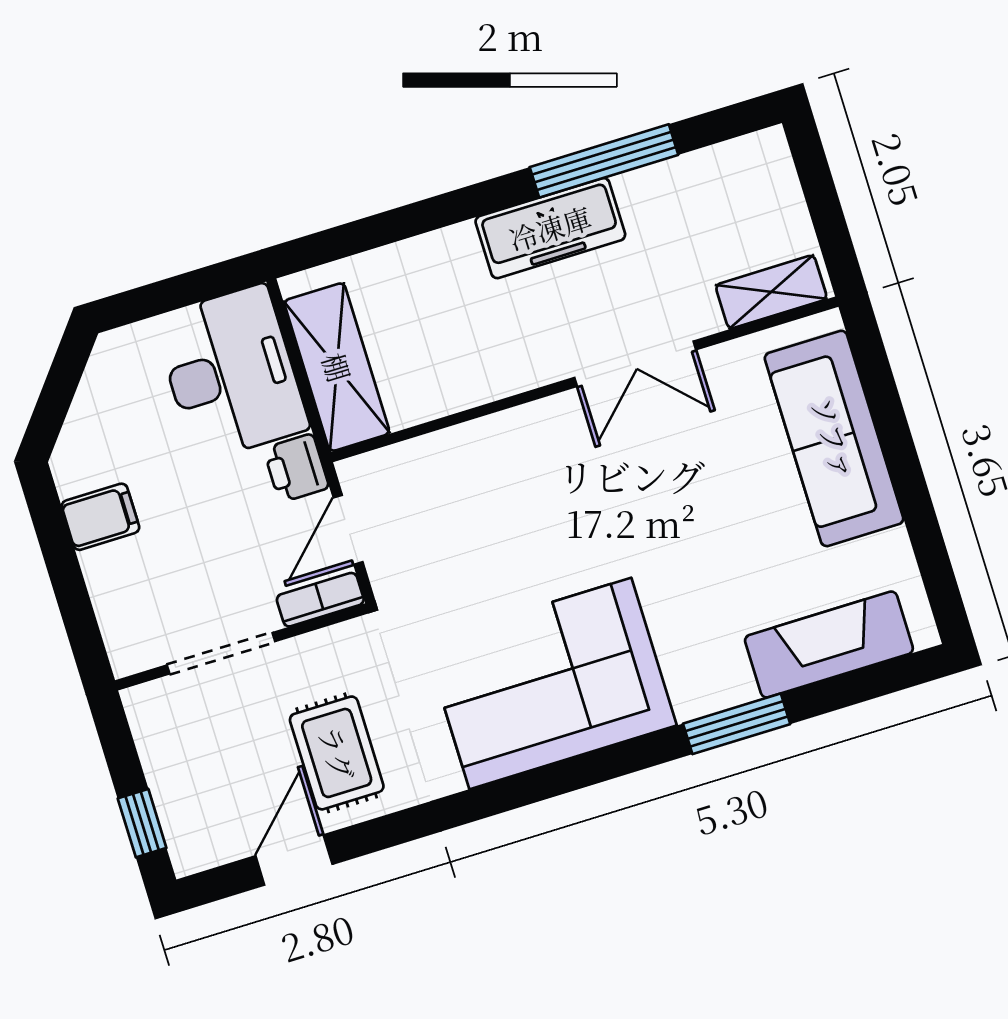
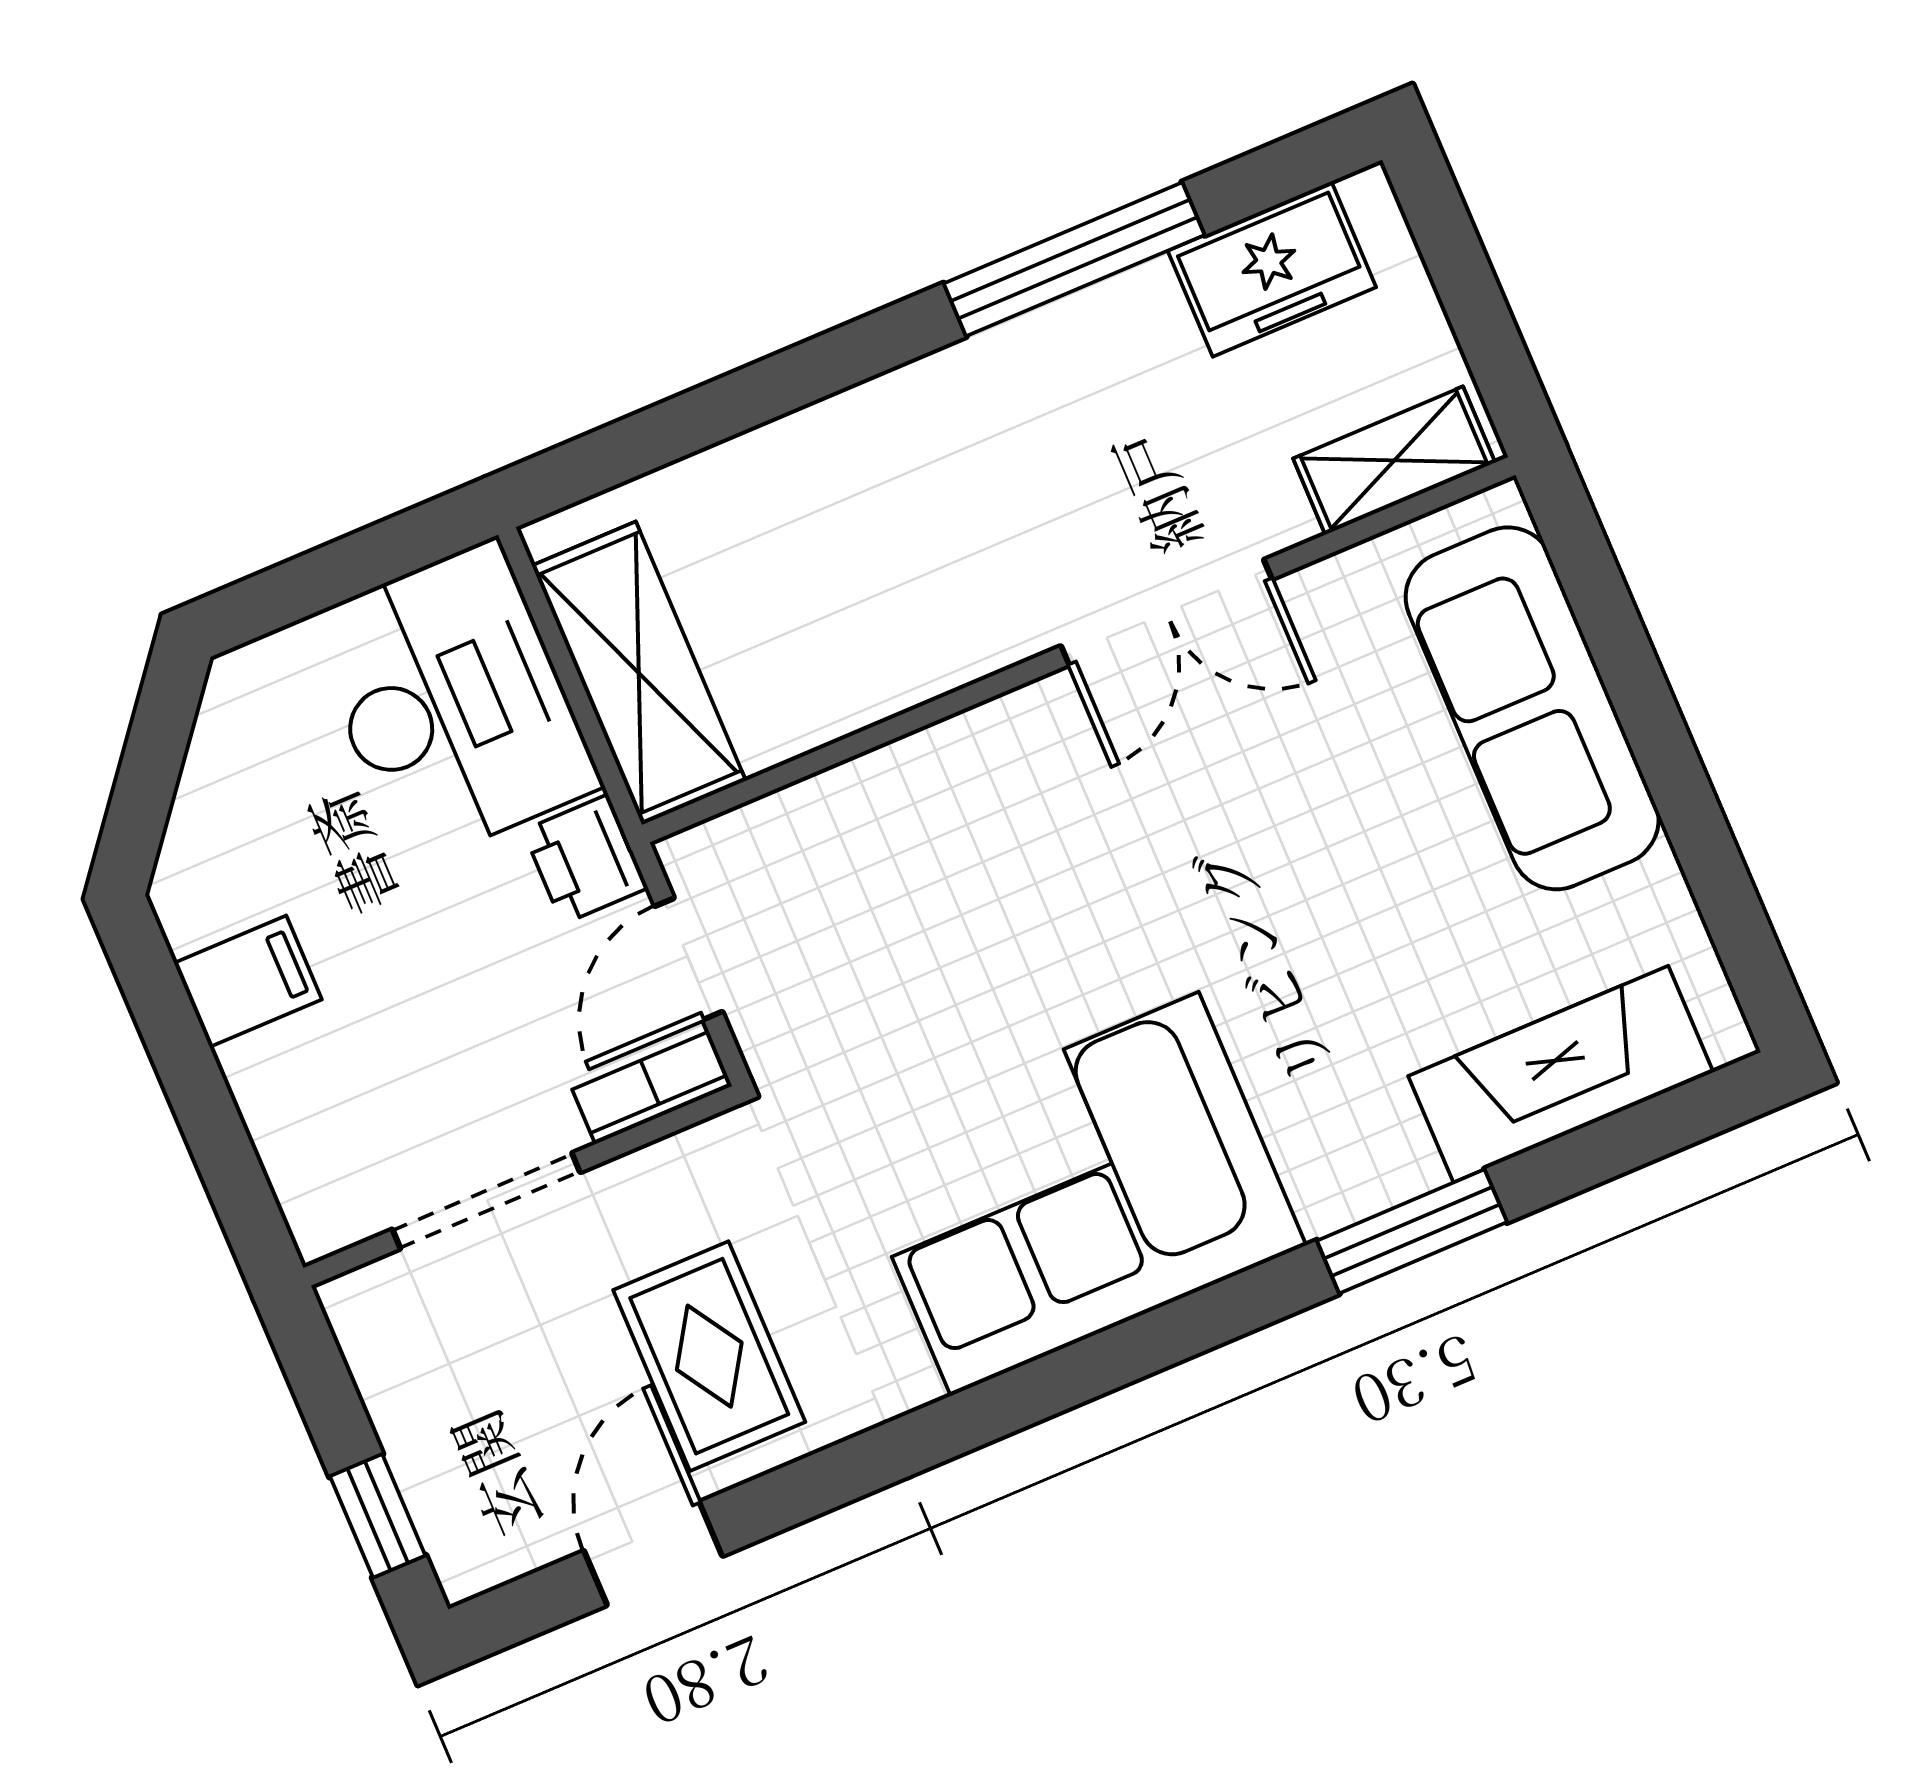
freezer: (550, 228) -> (1272, 269), moved, width x0.71

